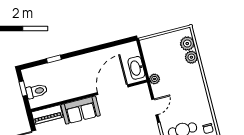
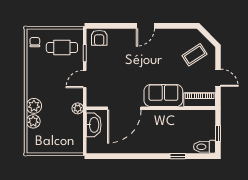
plant: (187, 44) -> (34, 106), moved
toilet: (37, 91) -> (204, 147), moved

